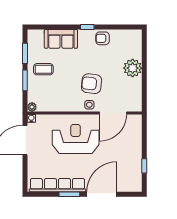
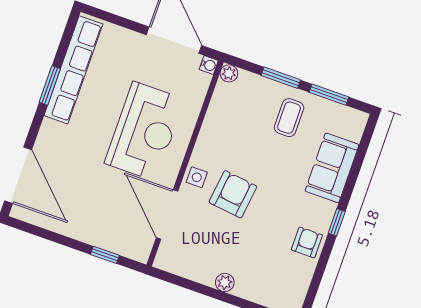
plant: (133, 68) -> (225, 282), width x0.53, depth x0.53
window: (144, 166) -> (105, 255), moved
door: (102, 194) -> (18, 175), moved

